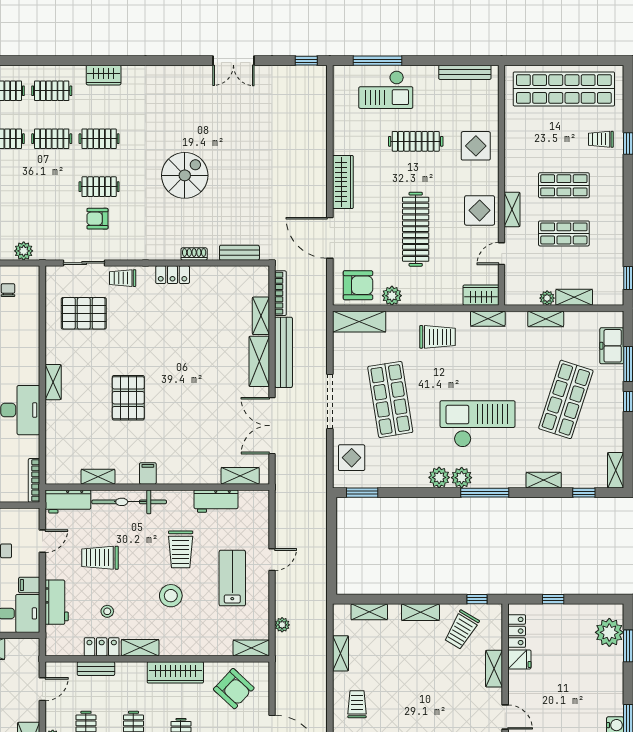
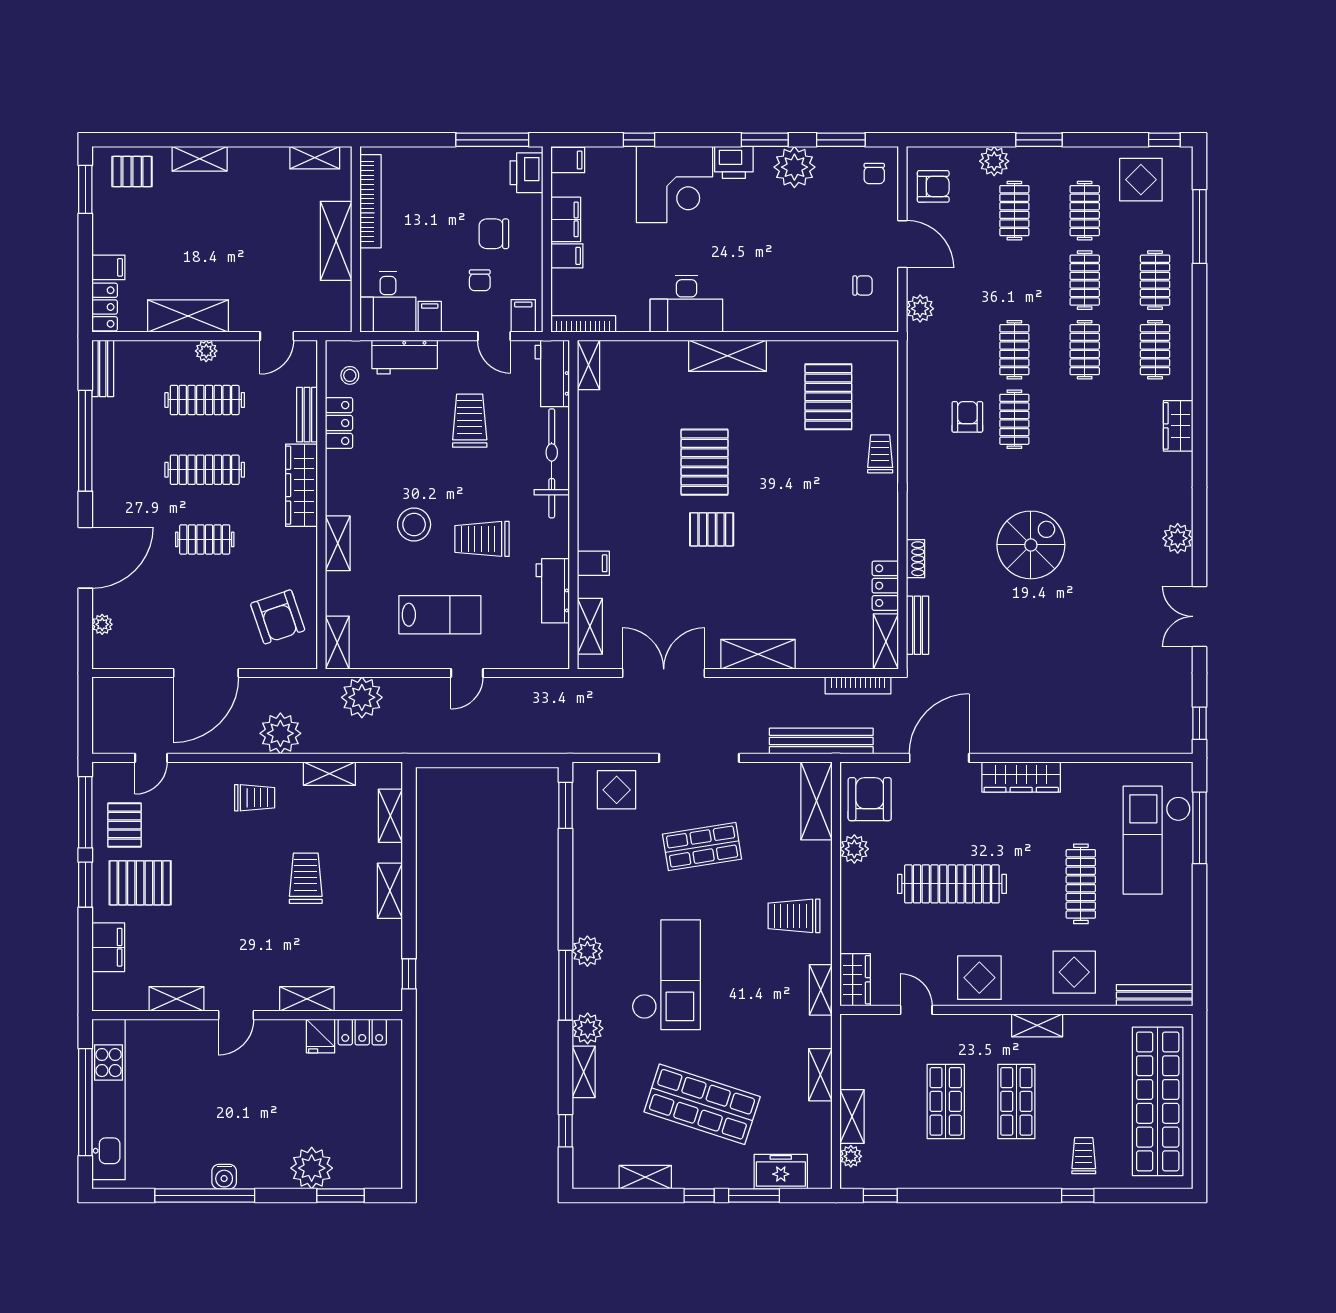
bench: (465, 72) -> (1155, 995), moved, turned 90
plant: (180, 75) -> (1178, 538), added
checkout: (386, 90) -> (1157, 840), width x1.36, depth x1.21
clothes rail: (99, 139) -> (1014, 350), moved
spiral stairs: (185, 175) -> (1031, 545), turned -90
shelving: (512, 209) -> (1037, 1025), moved
sliding door: (84, 263) -> (902, 397), removed
locker: (173, 275) -> (885, 586), moved
armchair: (358, 285) -> (870, 799), turned 180
plant: (547, 298) -> (851, 1156), moved
shelving: (261, 316) -> (886, 641), moved, turned 90
trolley: (437, 337) -> (794, 916), turned 90
bench: (283, 352) -> (821, 741), moved
shelving: (53, 382) -> (728, 356), width x1.50, depth x1.33
pallet: (174, 393) -> (712, 529), added
pallet: (128, 398) -> (705, 462), turned 90
shop shelf: (390, 399) -> (702, 847), width x0.70, depth x0.74
shelving: (616, 470) -> (645, 1177), moved
filing cabinet: (148, 473) -> (593, 563), moved
shelving: (98, 477) -> (589, 365), moved
plant: (439, 477) -> (588, 1028), moved
filing cabinet: (29, 521) -> (523, 316), added
door: (272, 560) -> (467, 673), hinge flipped
window: (553, 599) -> (409, 1086), removed
stool: (107, 611) -> (350, 375), moved
plant: (282, 625) -> (362, 697), width x1.88, depth x1.88
trolley: (461, 630) -> (306, 878), moved, turned 59
plant: (609, 632) -> (312, 1168), moved
shelving: (140, 648) -> (338, 543), moved
wardrobe: (175, 672) -> (302, 485), moved
plant: (313, 687) -> (280, 733), added
door: (42, 689) -> (277, 336), hinge flipped
armchair: (234, 689) -> (278, 617), turned -62

